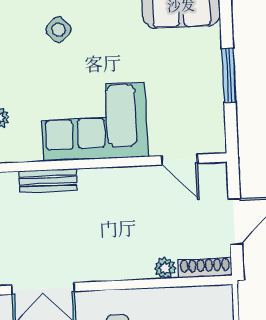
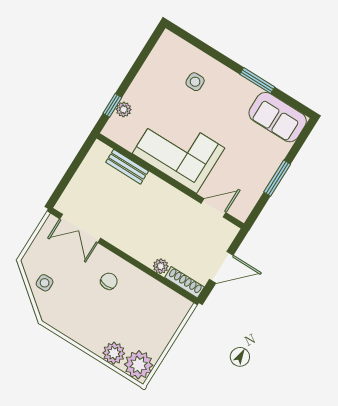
side table: (59, 30) -> (195, 82), turned 45
door: (179, 160) -> (214, 208), swing flipped

